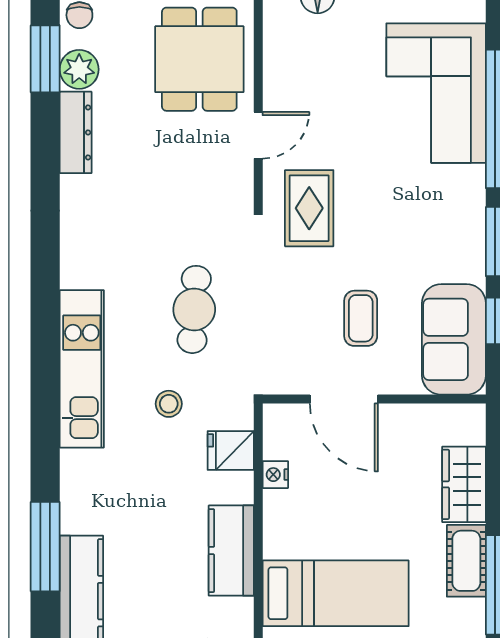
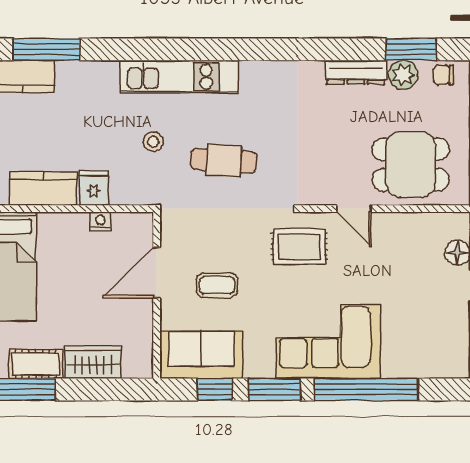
corner sofa: (436, 93) -> (328, 341), moved
fridge: (231, 451) -> (94, 188), moved

